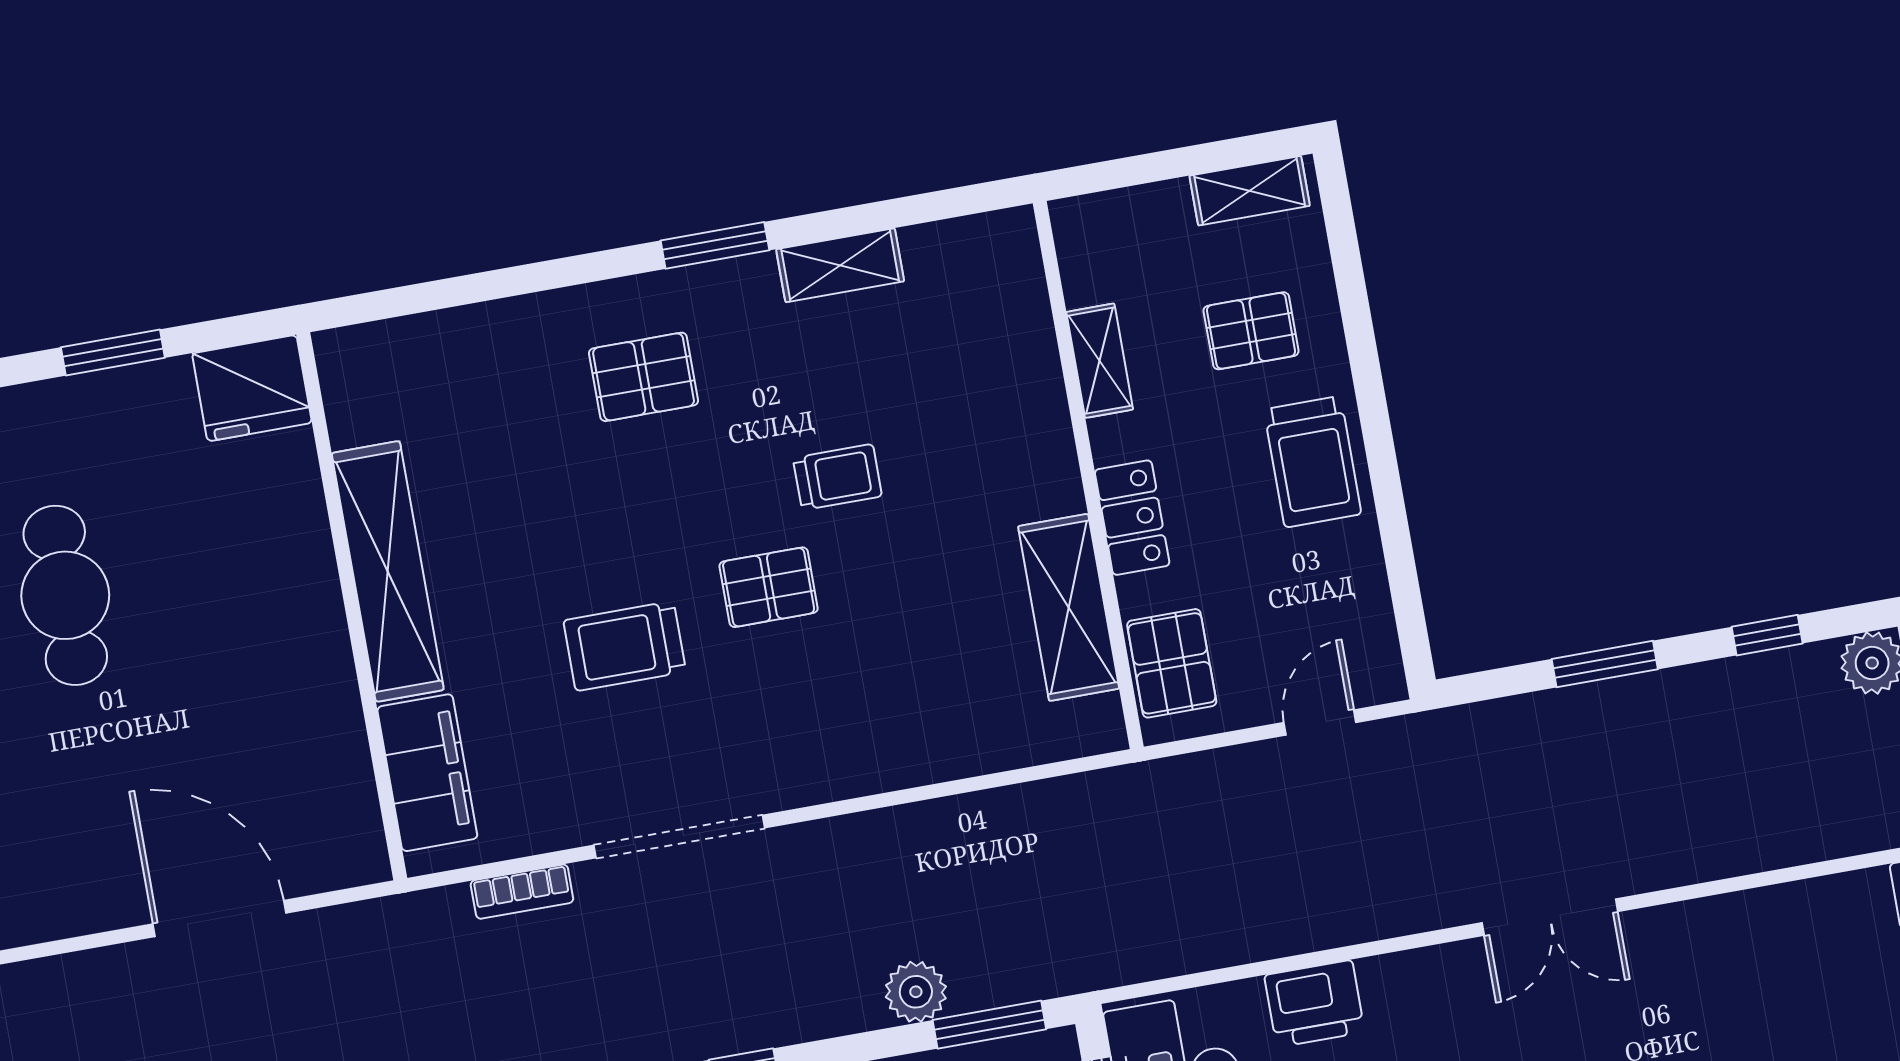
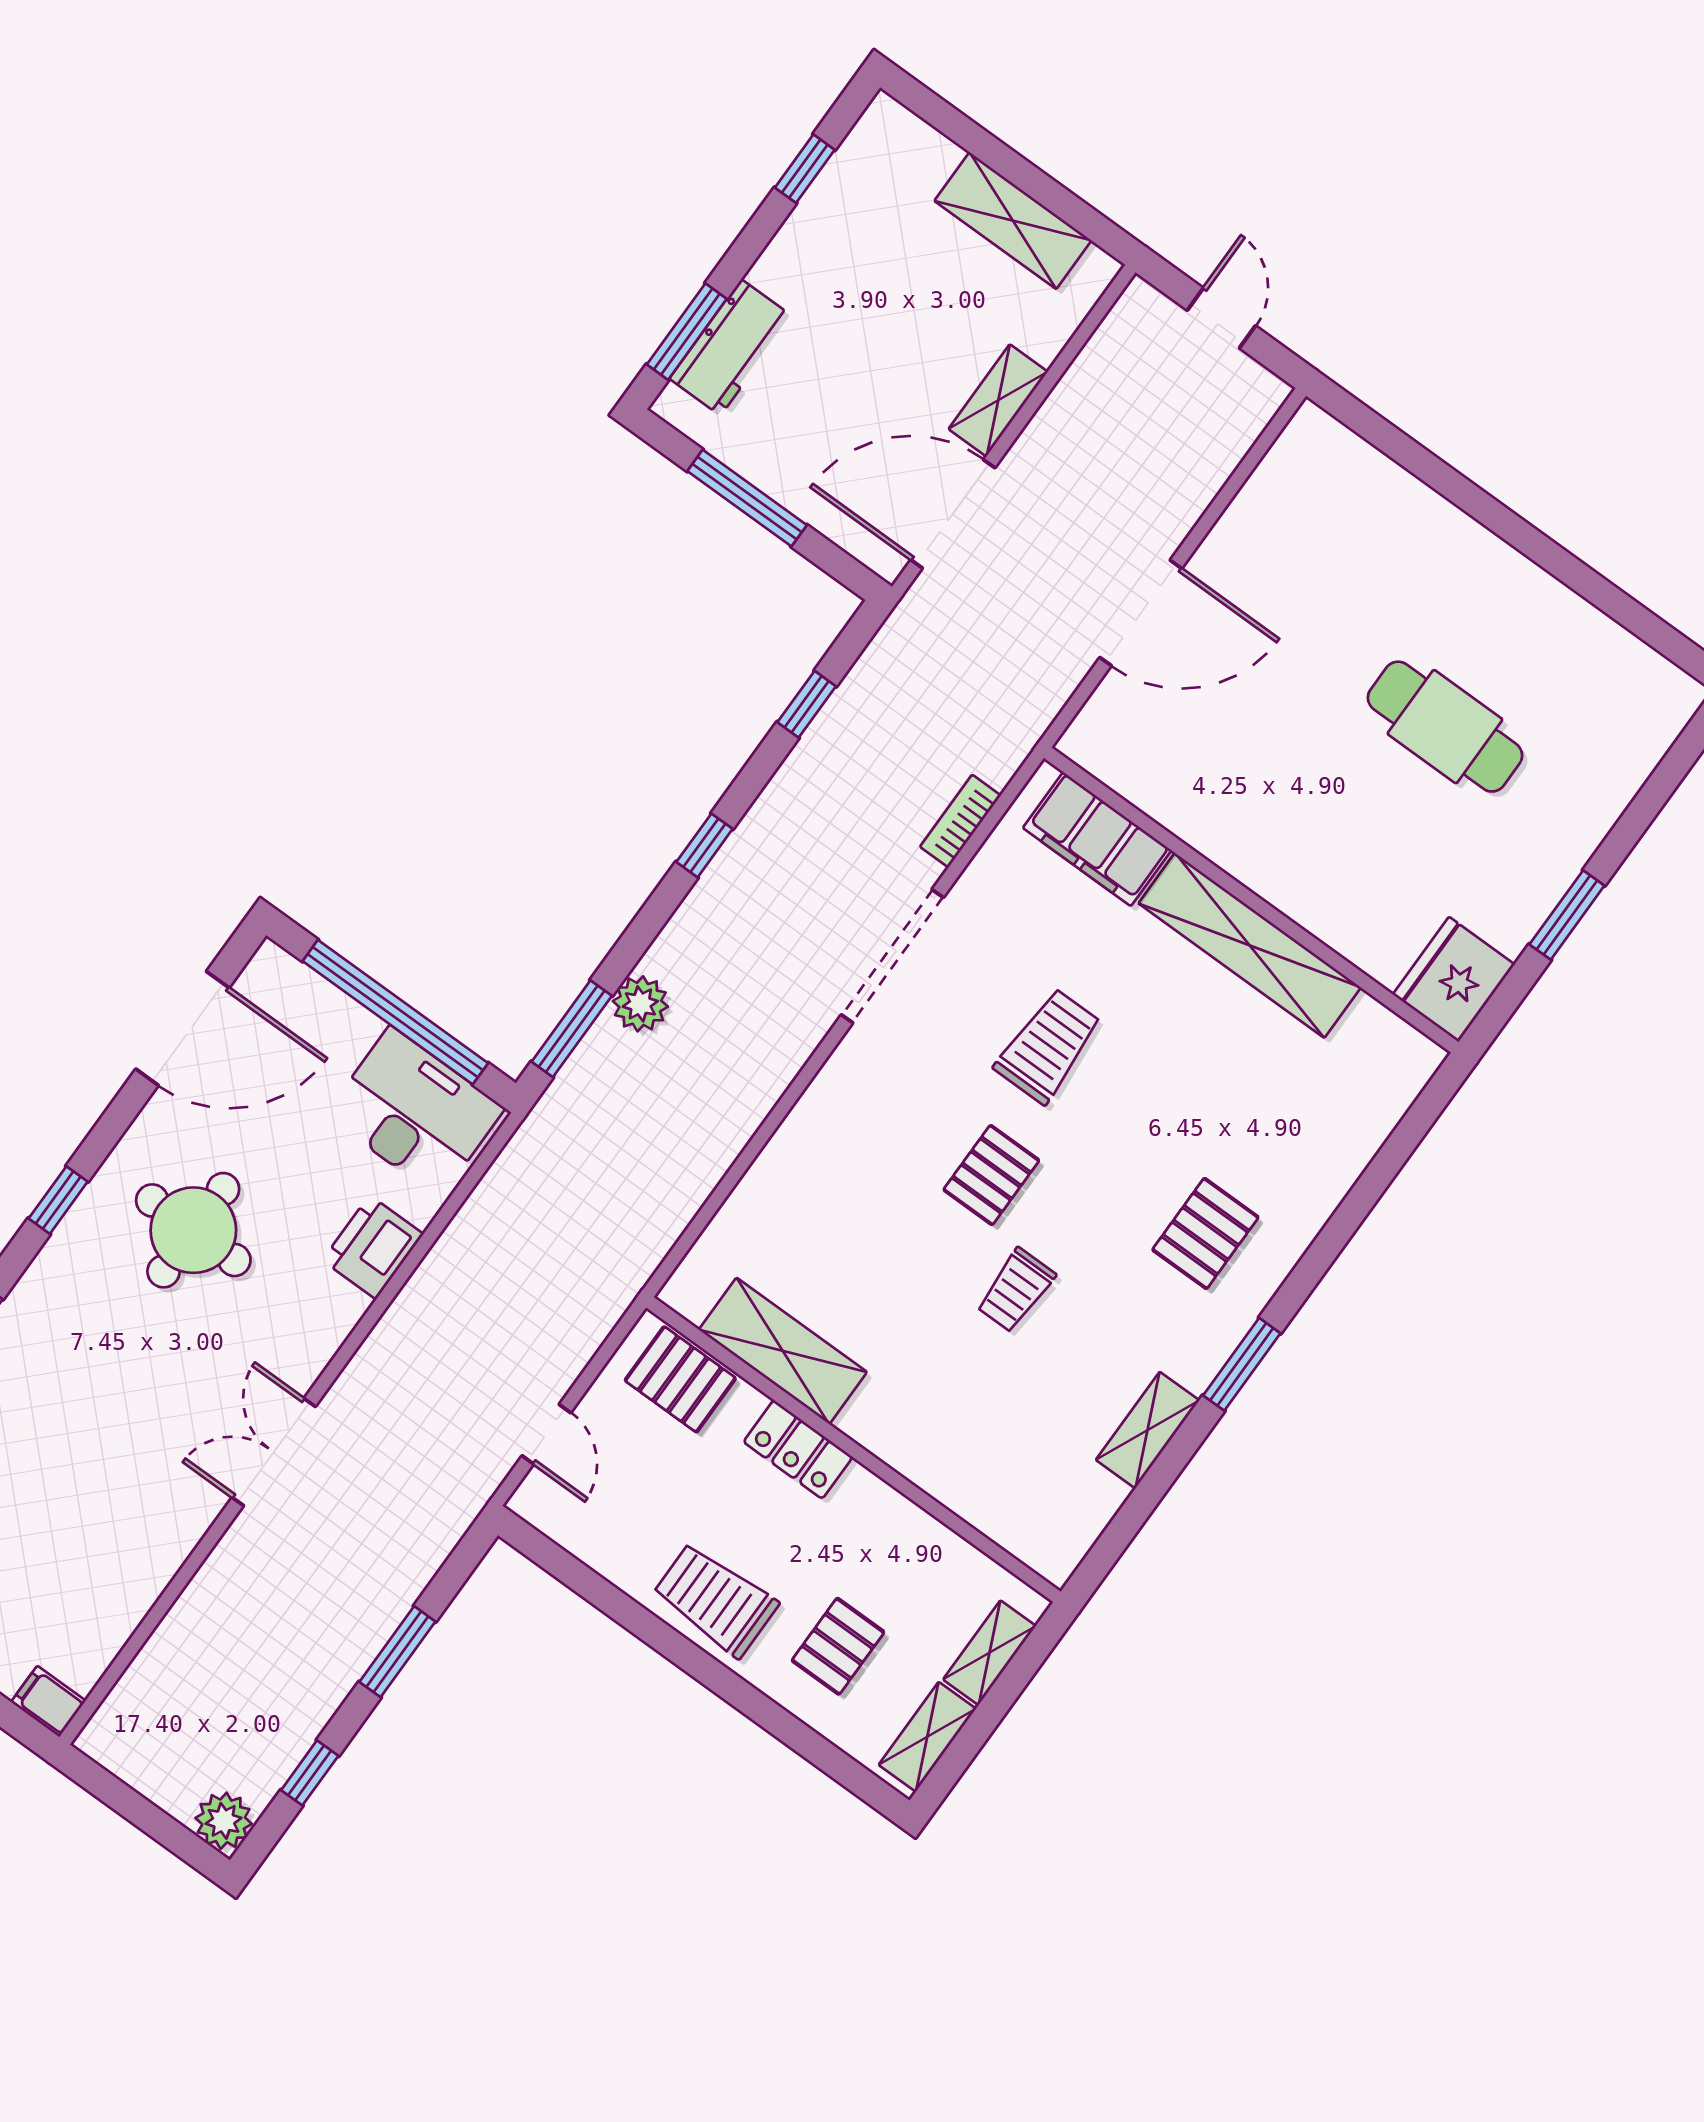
shelving: (1100, 361) -> (989, 1653), moved, turned 90

